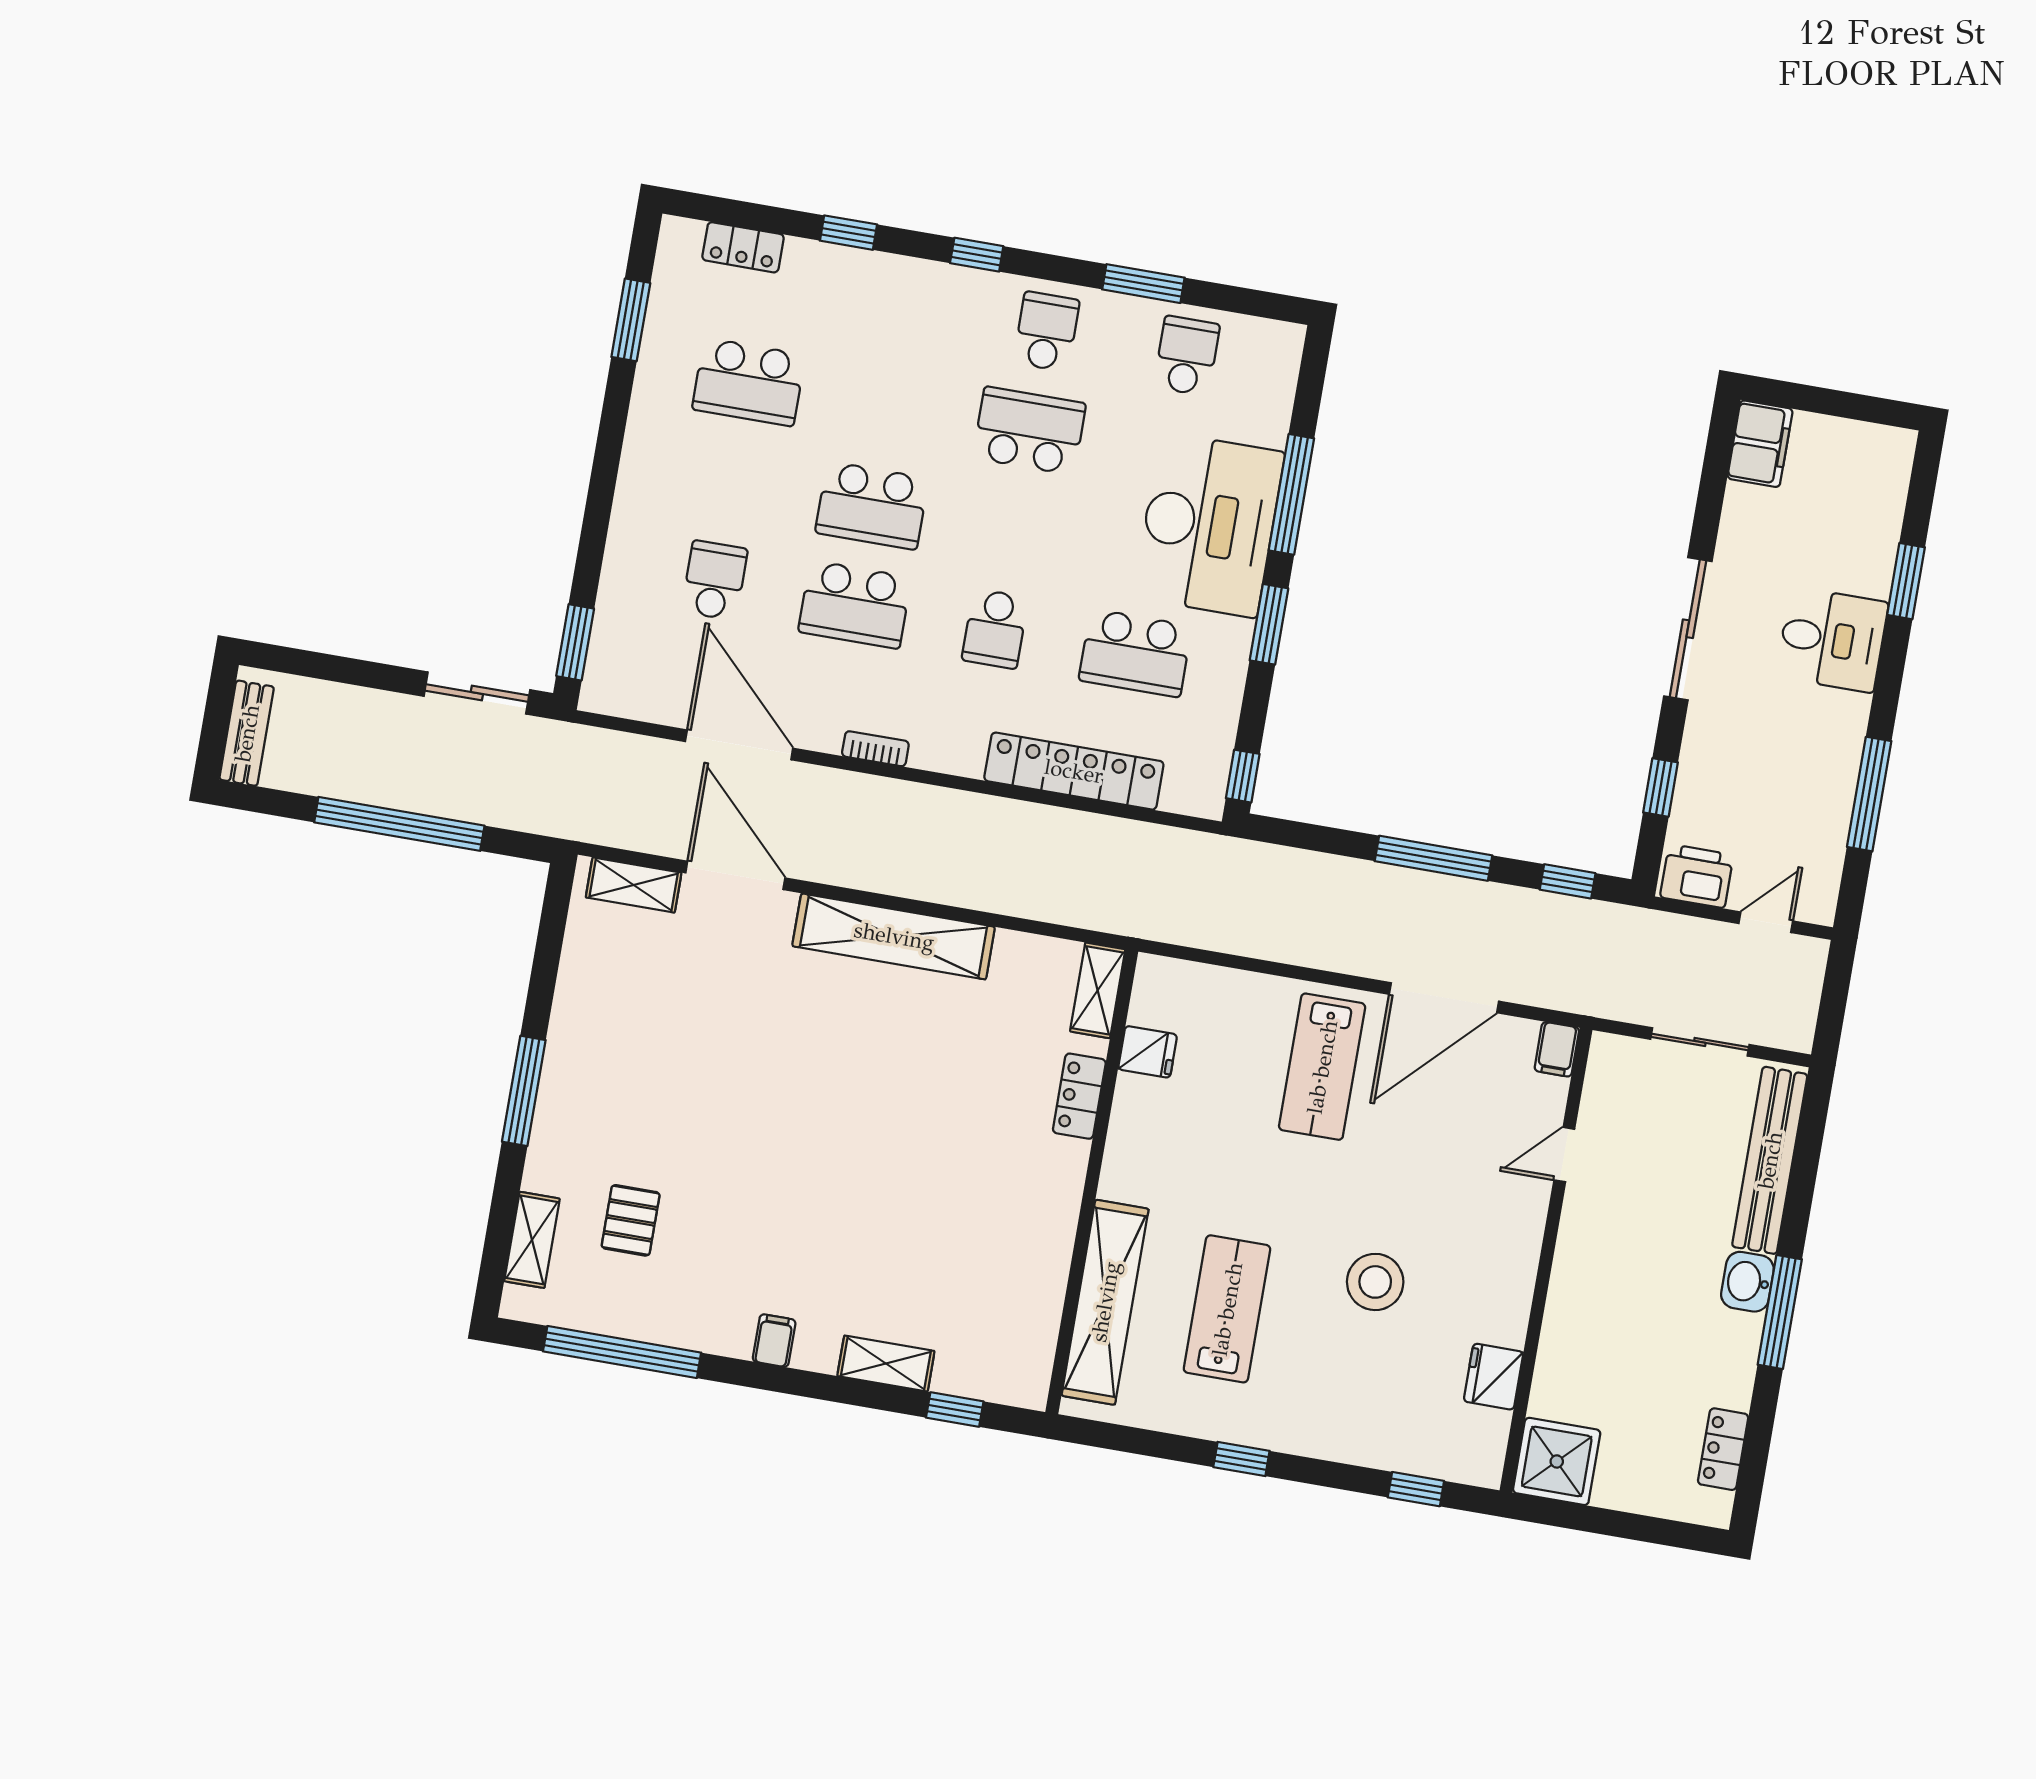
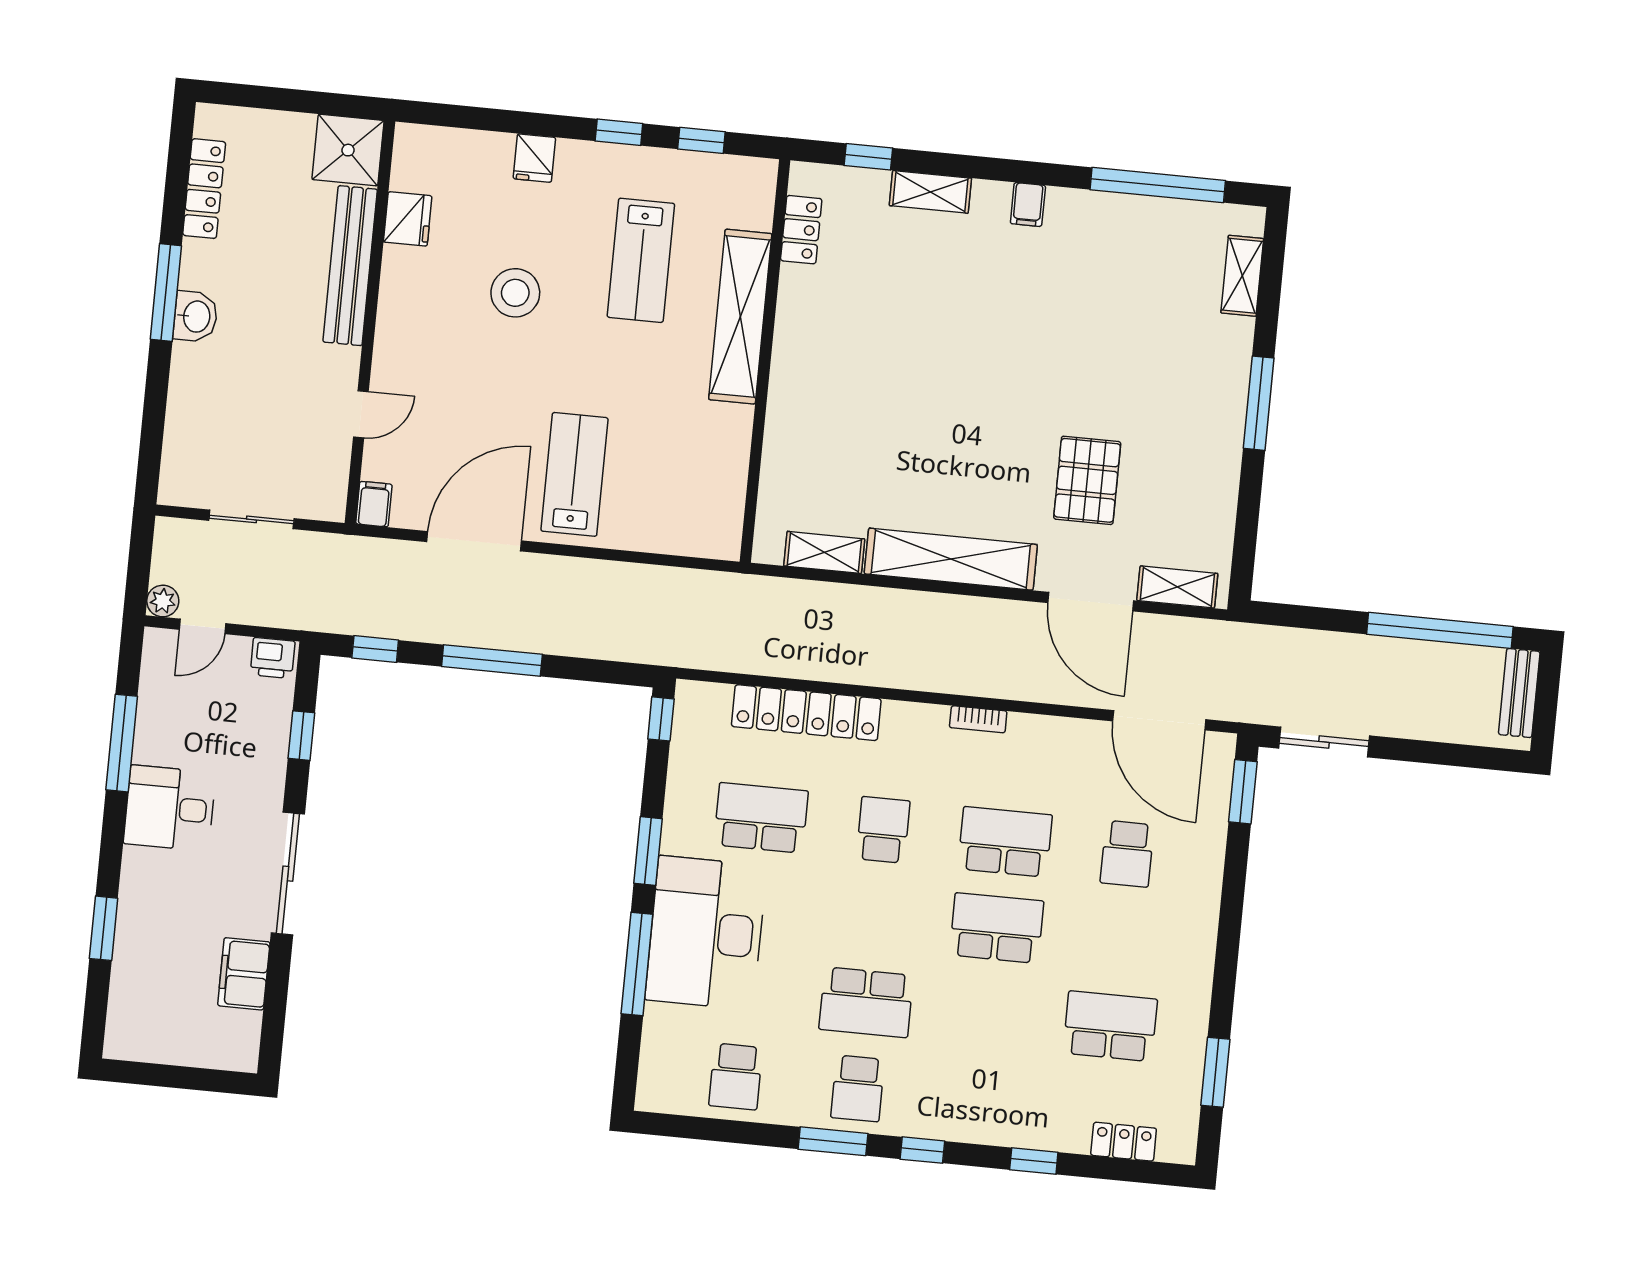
window: (1143, 284) -> (833, 1141), moved
filing cabinet: (1760, 444) -> (244, 974), moved
desk: (1832, 640) -> (170, 808), moved
door: (739, 745) -> (1159, 720), moved
window: (399, 824) -> (1440, 630), moved
printer: (1697, 876) -> (273, 658), width x0.73, depth x0.81
plant: (1810, 955) -> (163, 601), added
shelving: (1098, 990) -> (824, 552), moved, turned 90
fridge: (1148, 1052) -> (534, 158), moved, turned -90
locker: (1079, 1096) -> (801, 230), moved
bench: (1770, 1160) -> (350, 266), moved
pallet: (631, 1220) -> (1087, 480), moved, width x1.50, depth x1.42
shelving: (1105, 1302) -> (740, 317), moved
locker: (1723, 1449) -> (204, 189), width x1.53
window: (1416, 1489) -> (701, 140), moved

